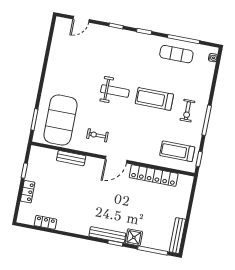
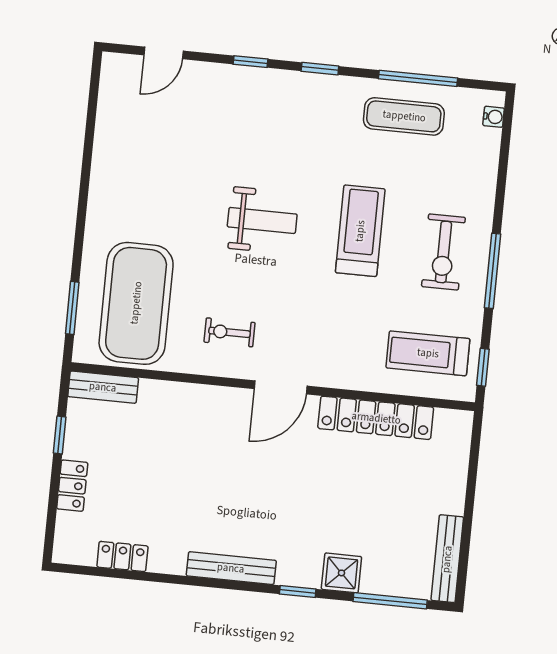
treadmill: (154, 99) -> (360, 231), turned 90
exercise bike: (187, 111) -> (443, 252), width x1.38, depth x1.39
bench: (71, 158) -> (103, 387), moved
bench: (107, 235) -> (231, 568), moved

